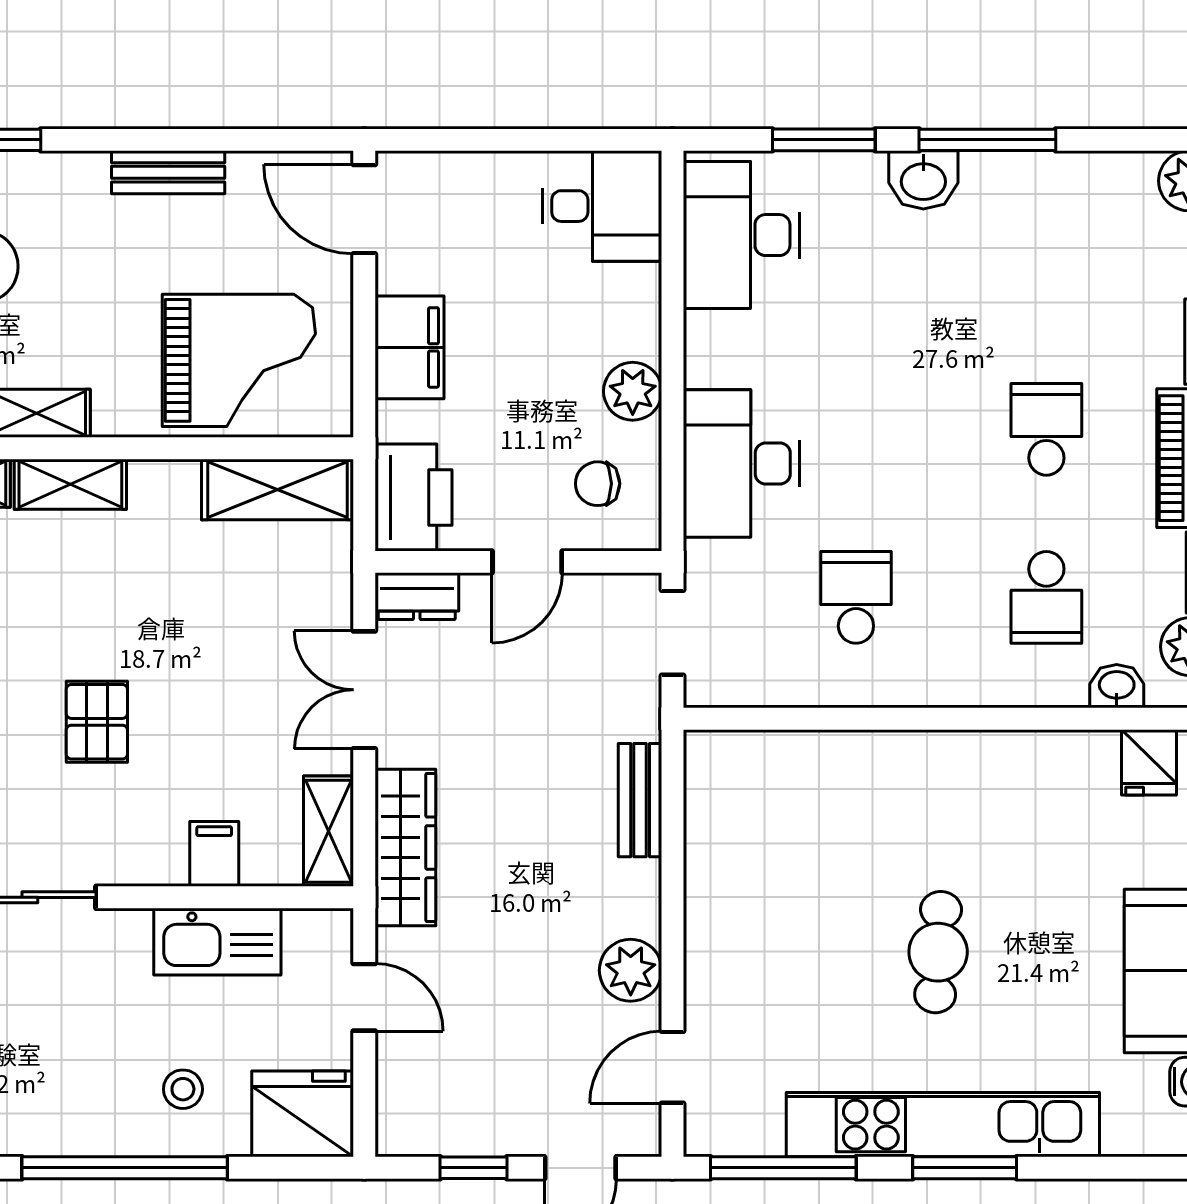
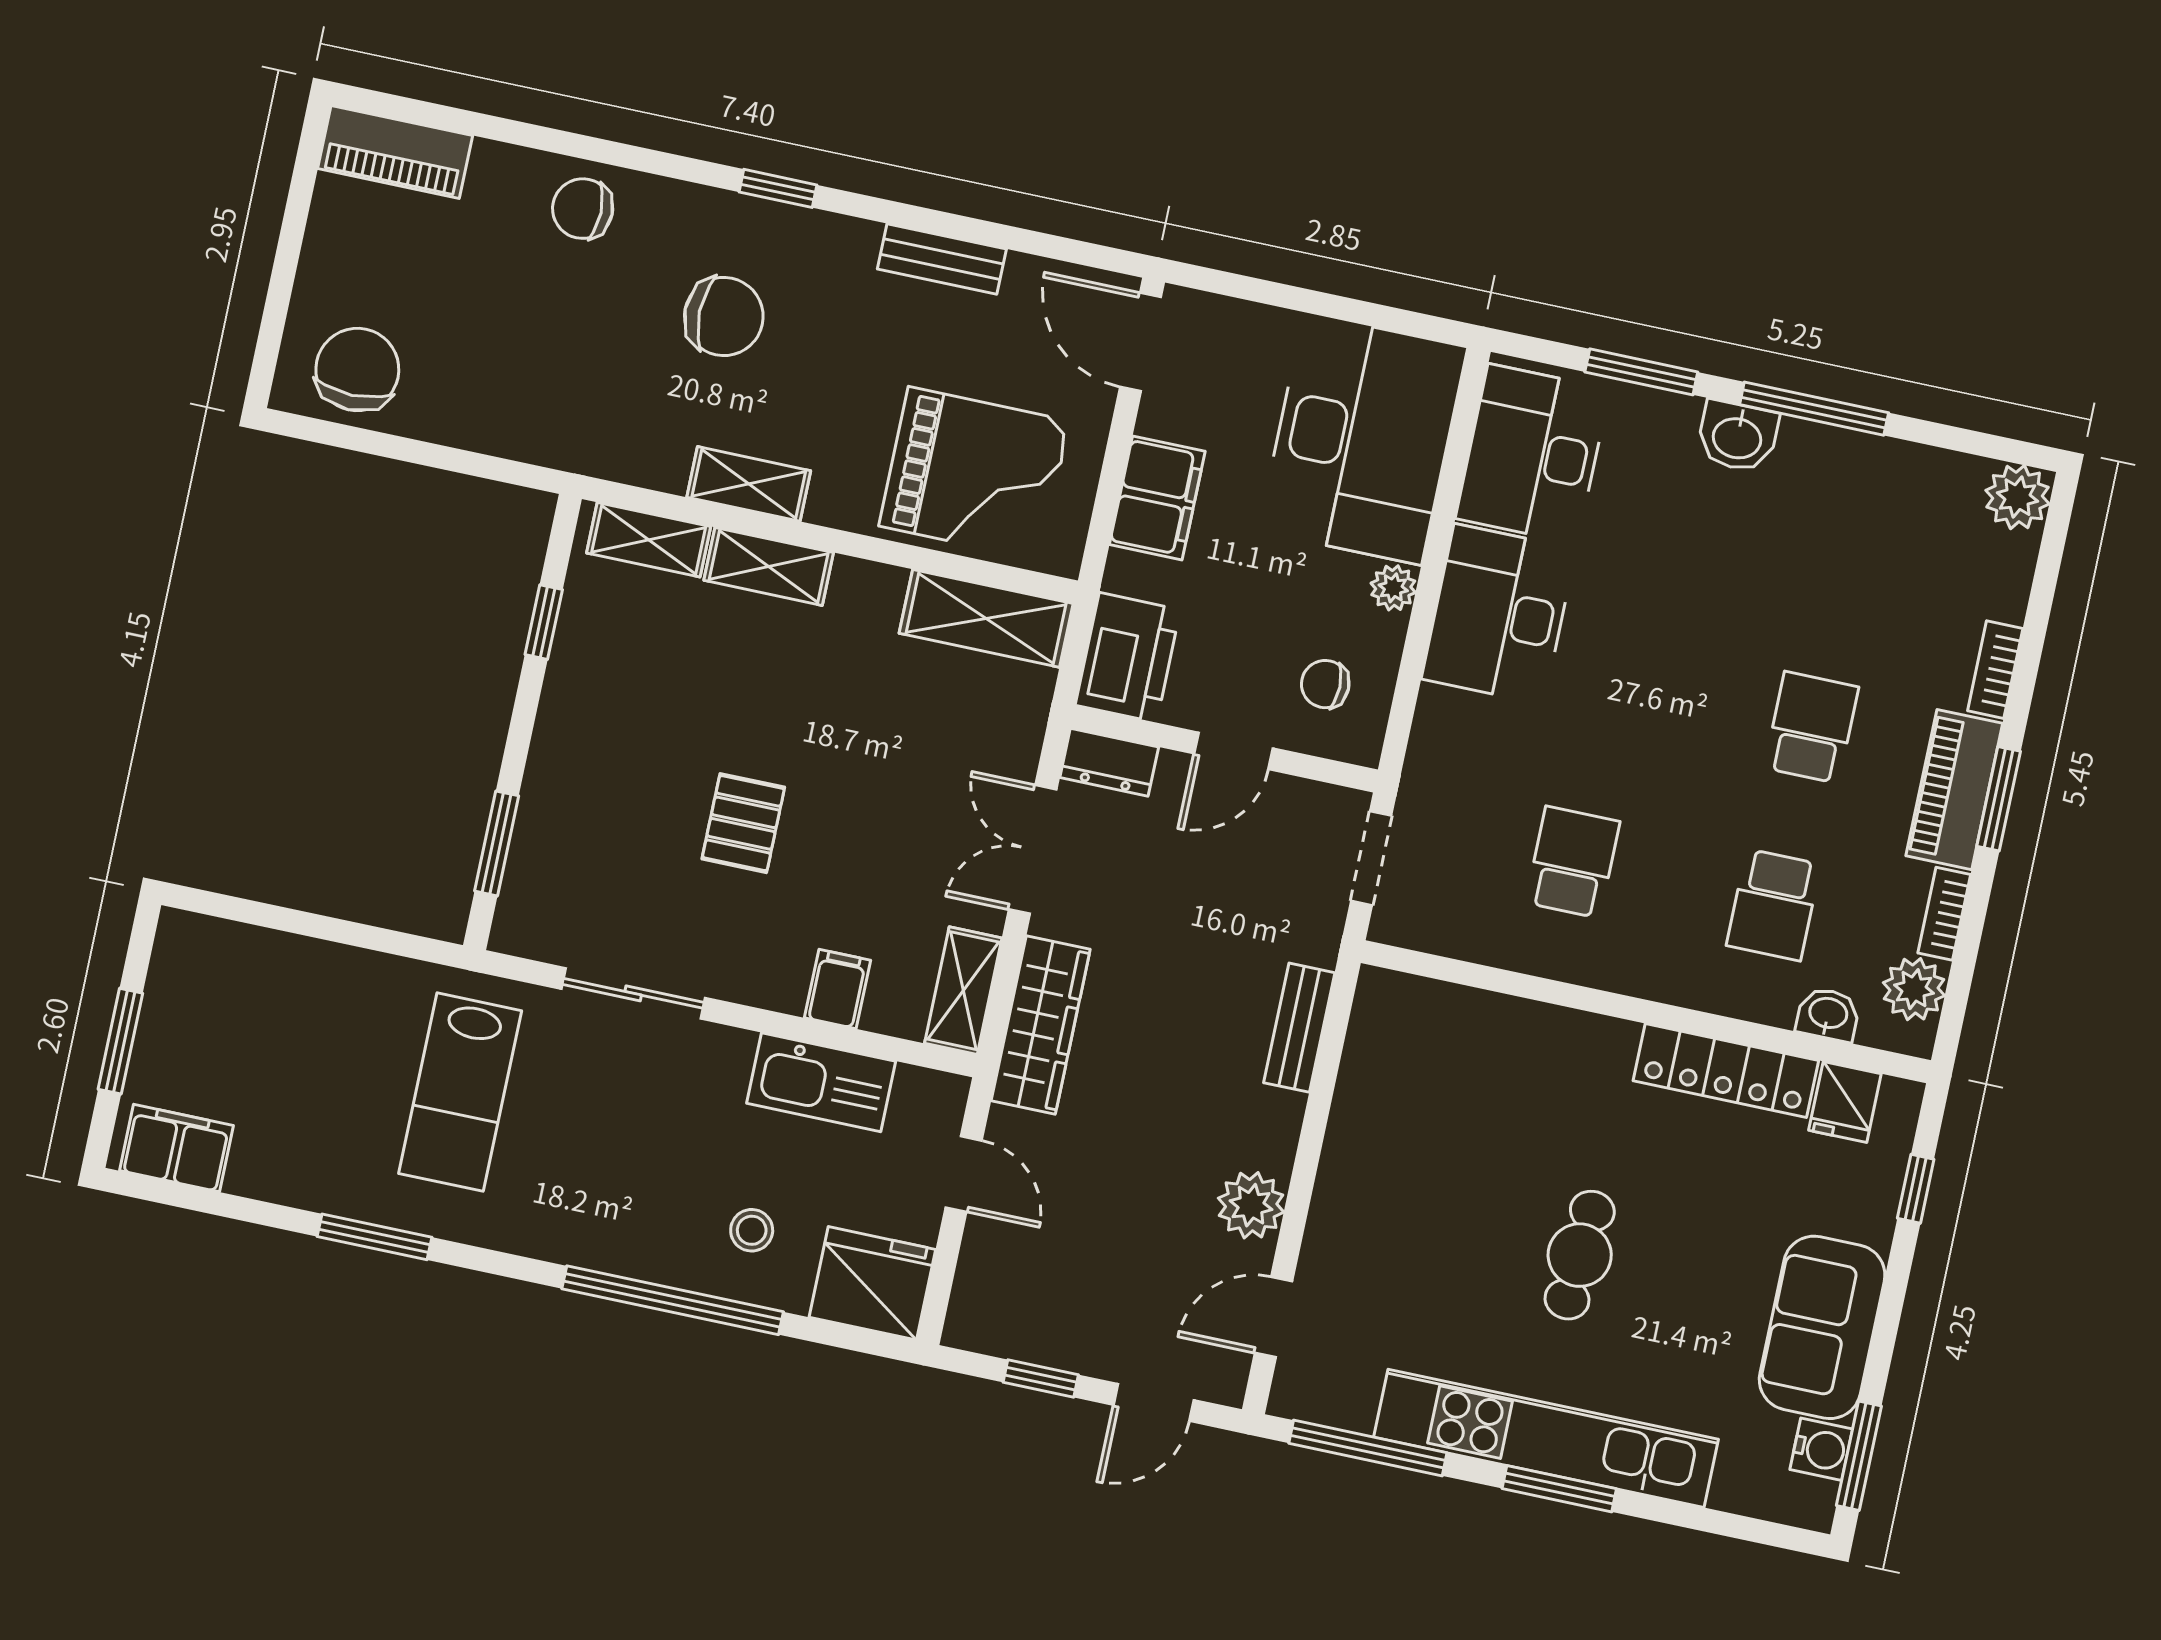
desk: (602, 206) -> (1363, 439), width x1.87, depth x1.30
plant: (633, 391) -> (1393, 588), width x0.73, depth x0.73
desk: (741, 464) -> (1499, 614), moved
locker: (1035, 757) -> (1726, 1071), added

